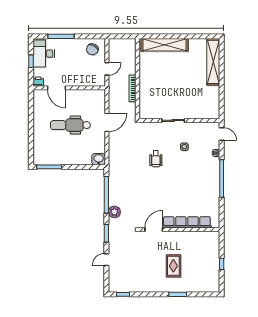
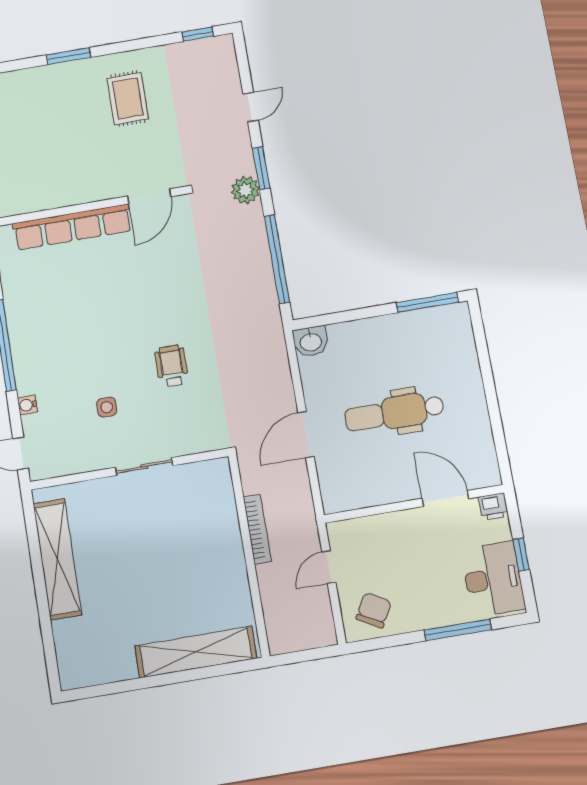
shelving: (213, 62) -> (57, 559), moved
dental chair: (70, 125) -> (394, 413), turned 180
plant: (114, 212) -> (245, 190), moved
rug: (173, 266) -> (128, 99), moved

